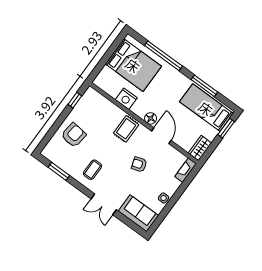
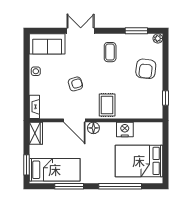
plant: (46, 153) -> (158, 38), added

